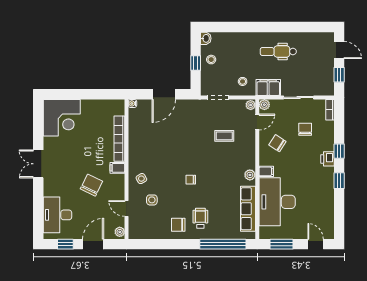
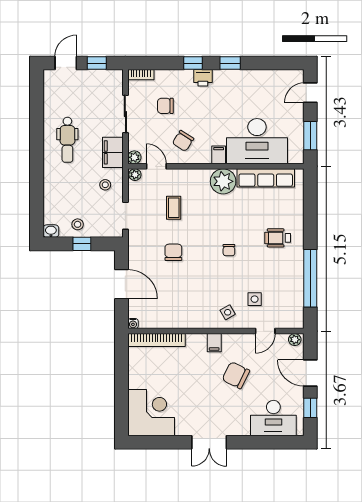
bookcase: (119, 139) -> (156, 340), moved
plant: (250, 175) -> (223, 181), width x1.87, depth x1.87
chair: (178, 225) -> (173, 252), moved, turned 180
window: (223, 244) -> (310, 278), moved

